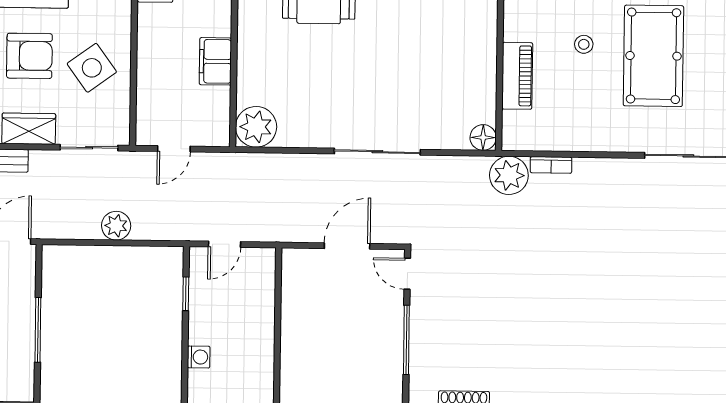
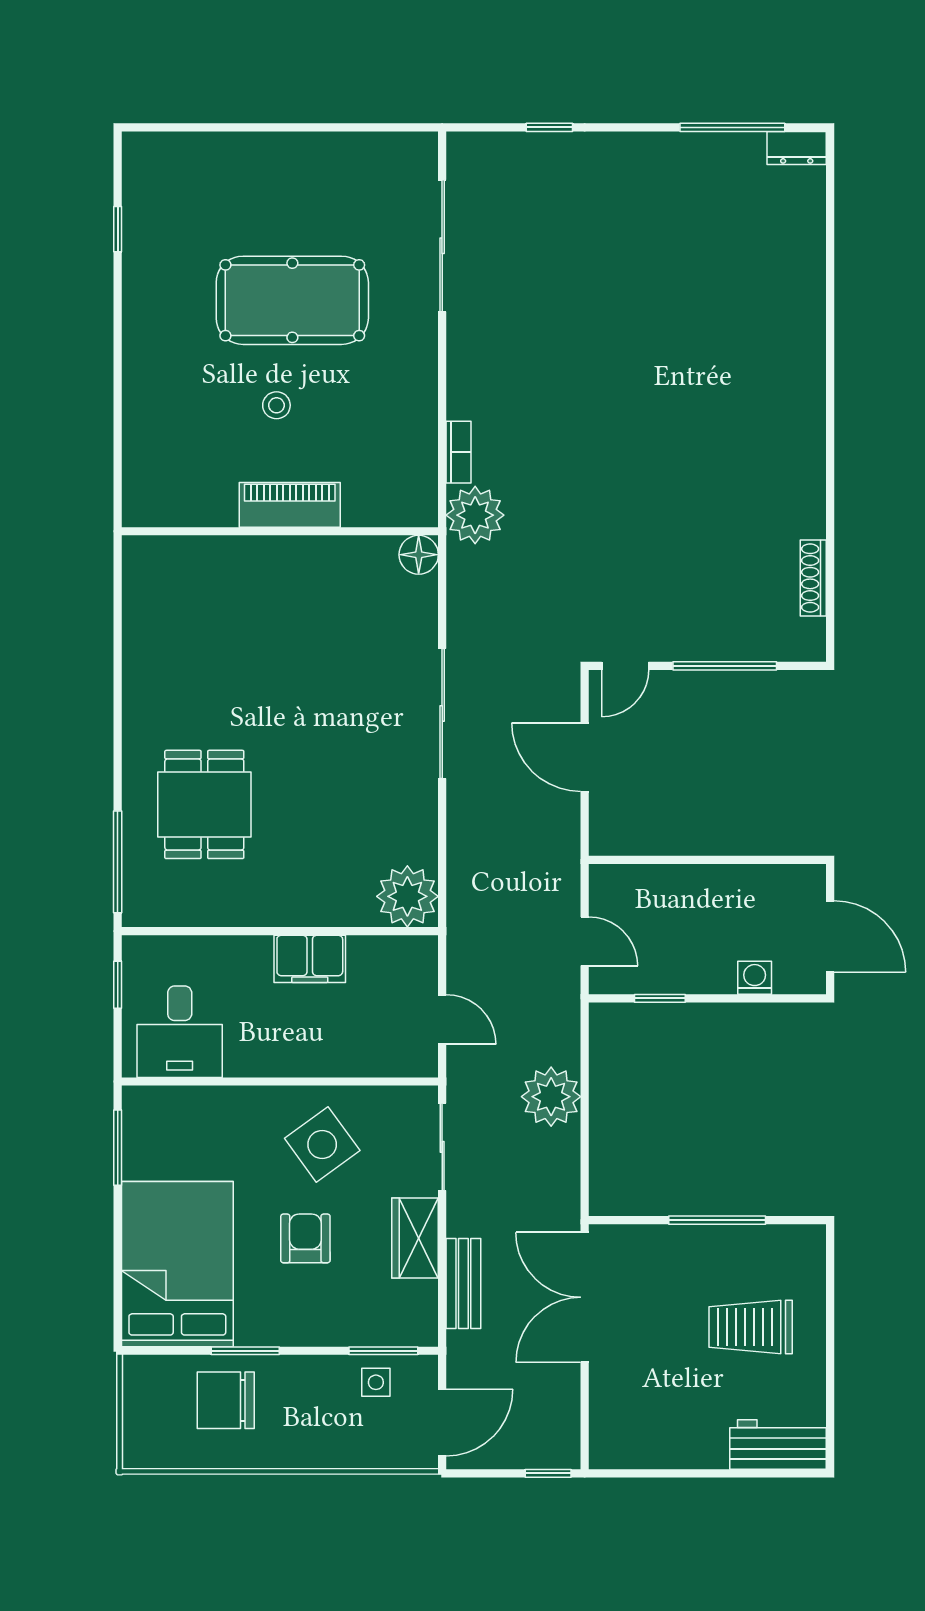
armchair: (29, 56) -> (305, 1238), width x0.72, depth x0.72
piano: (517, 76) -> (290, 505), moved
plant: (116, 226) -> (551, 1097), width x1.36, depth x1.36

